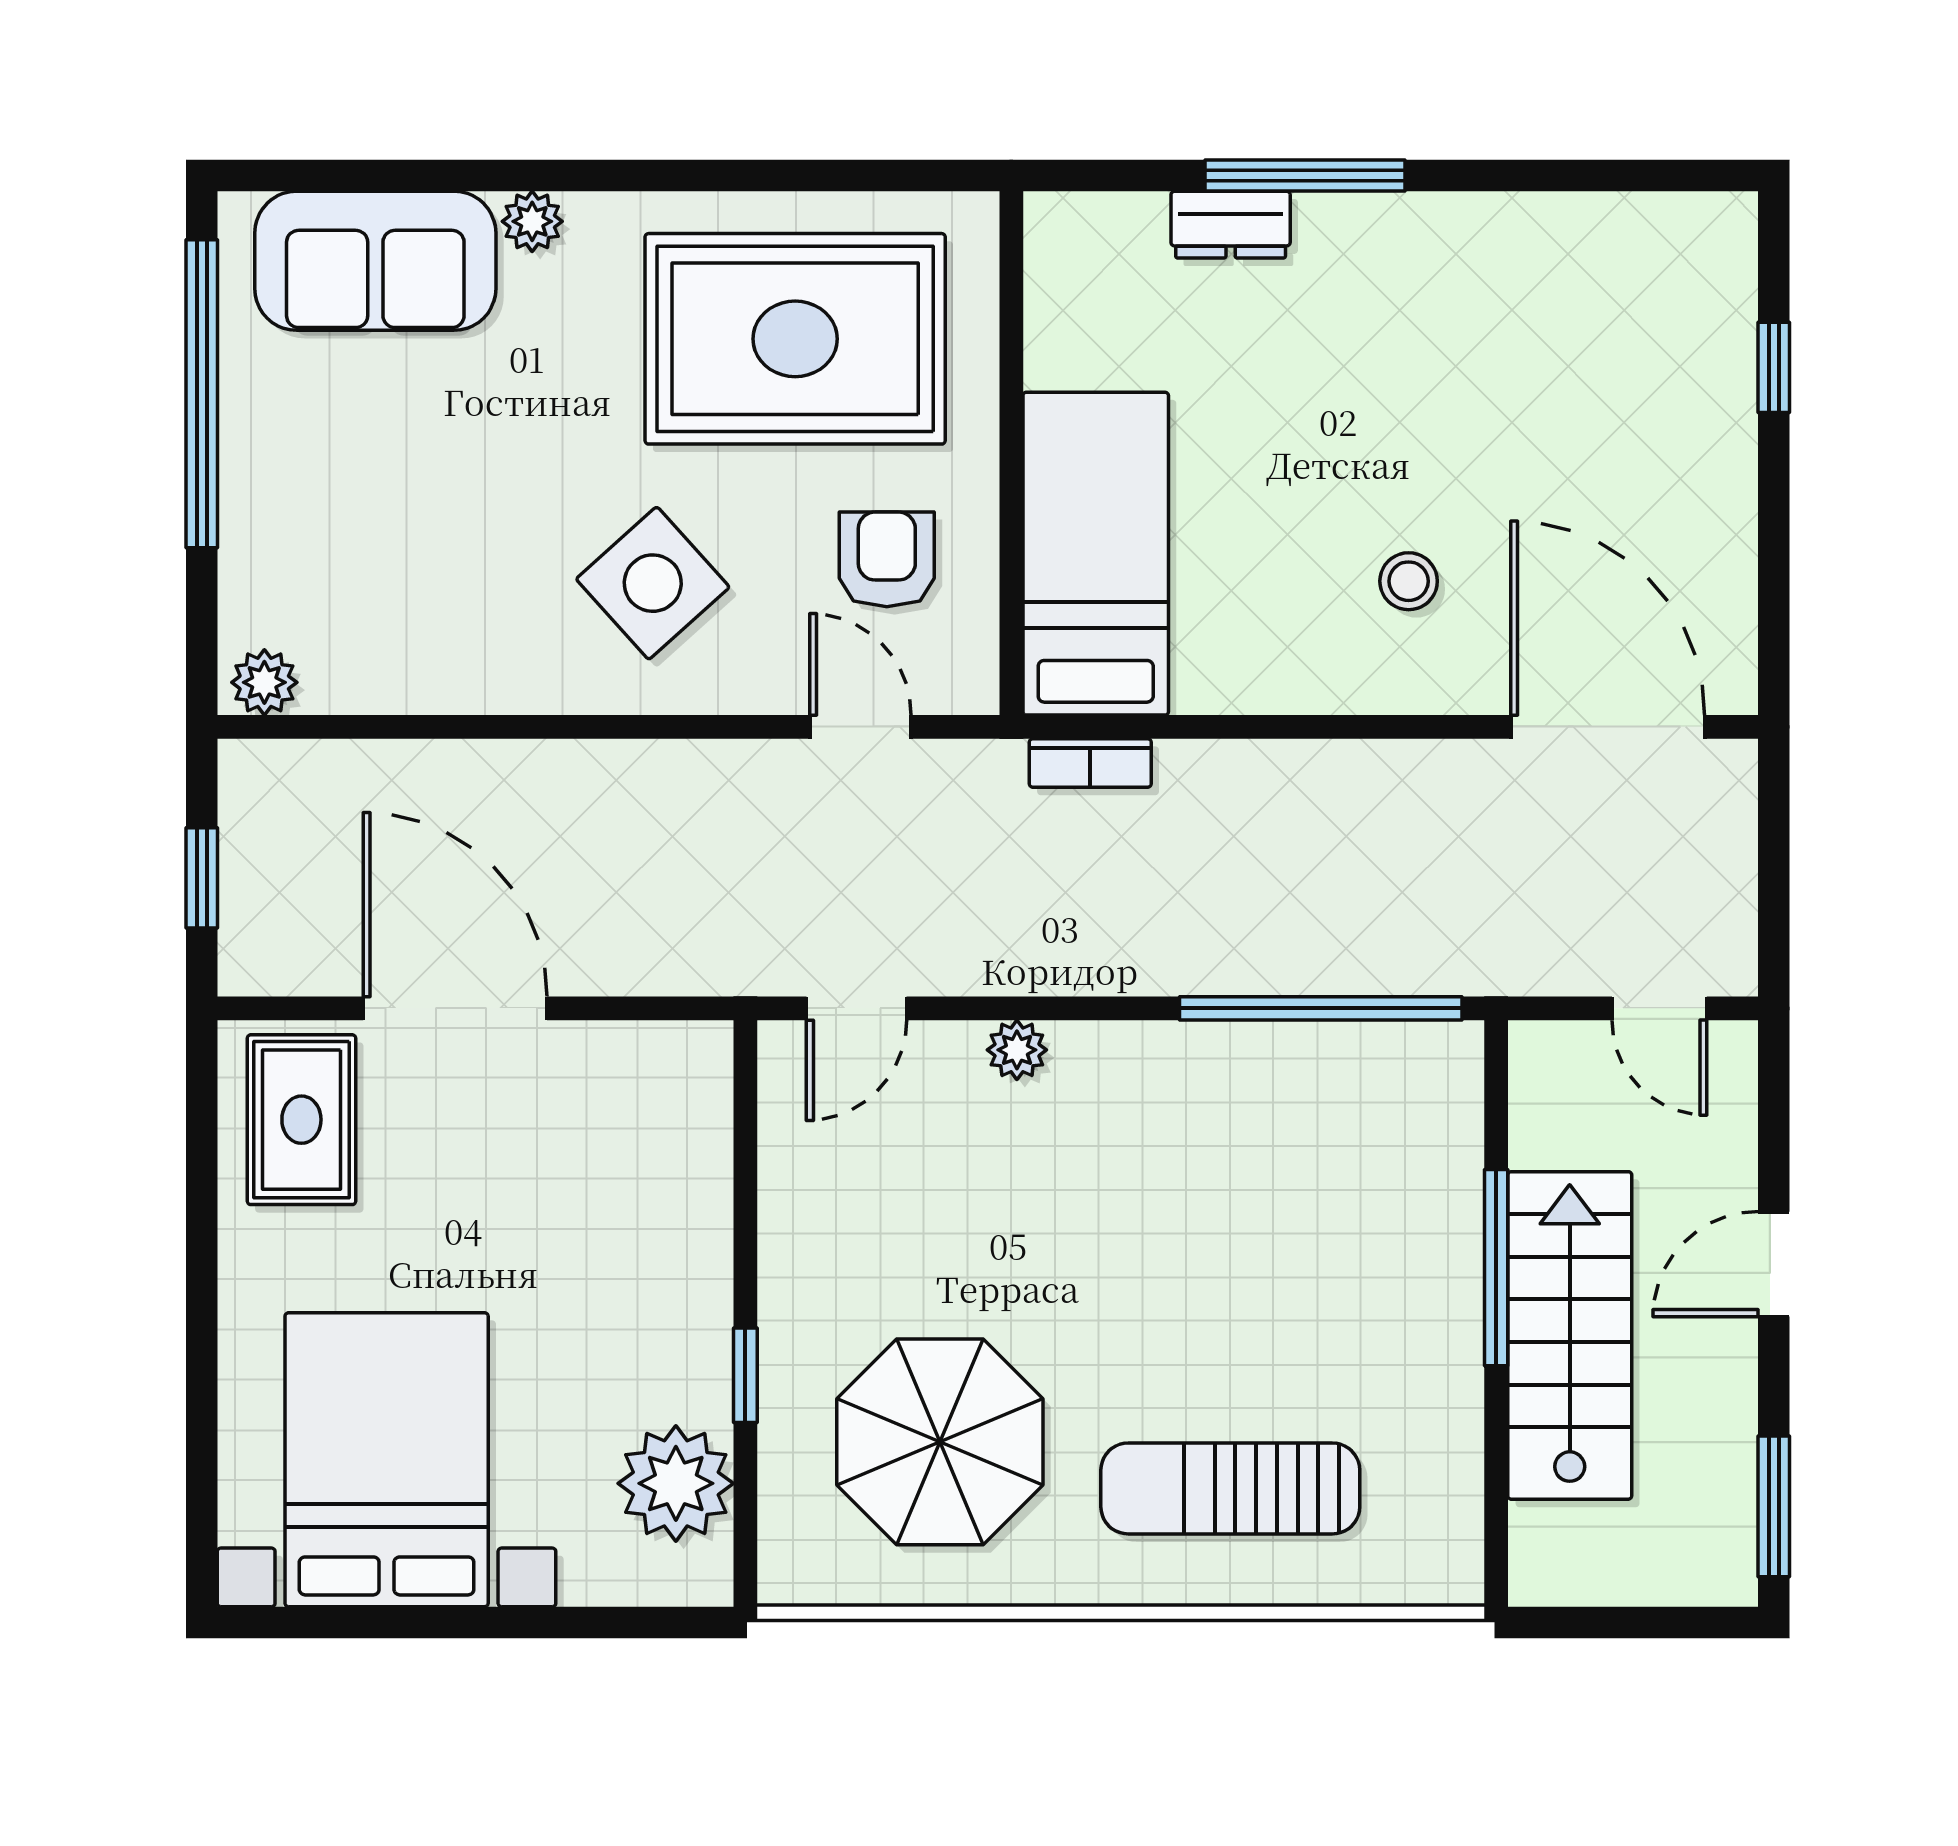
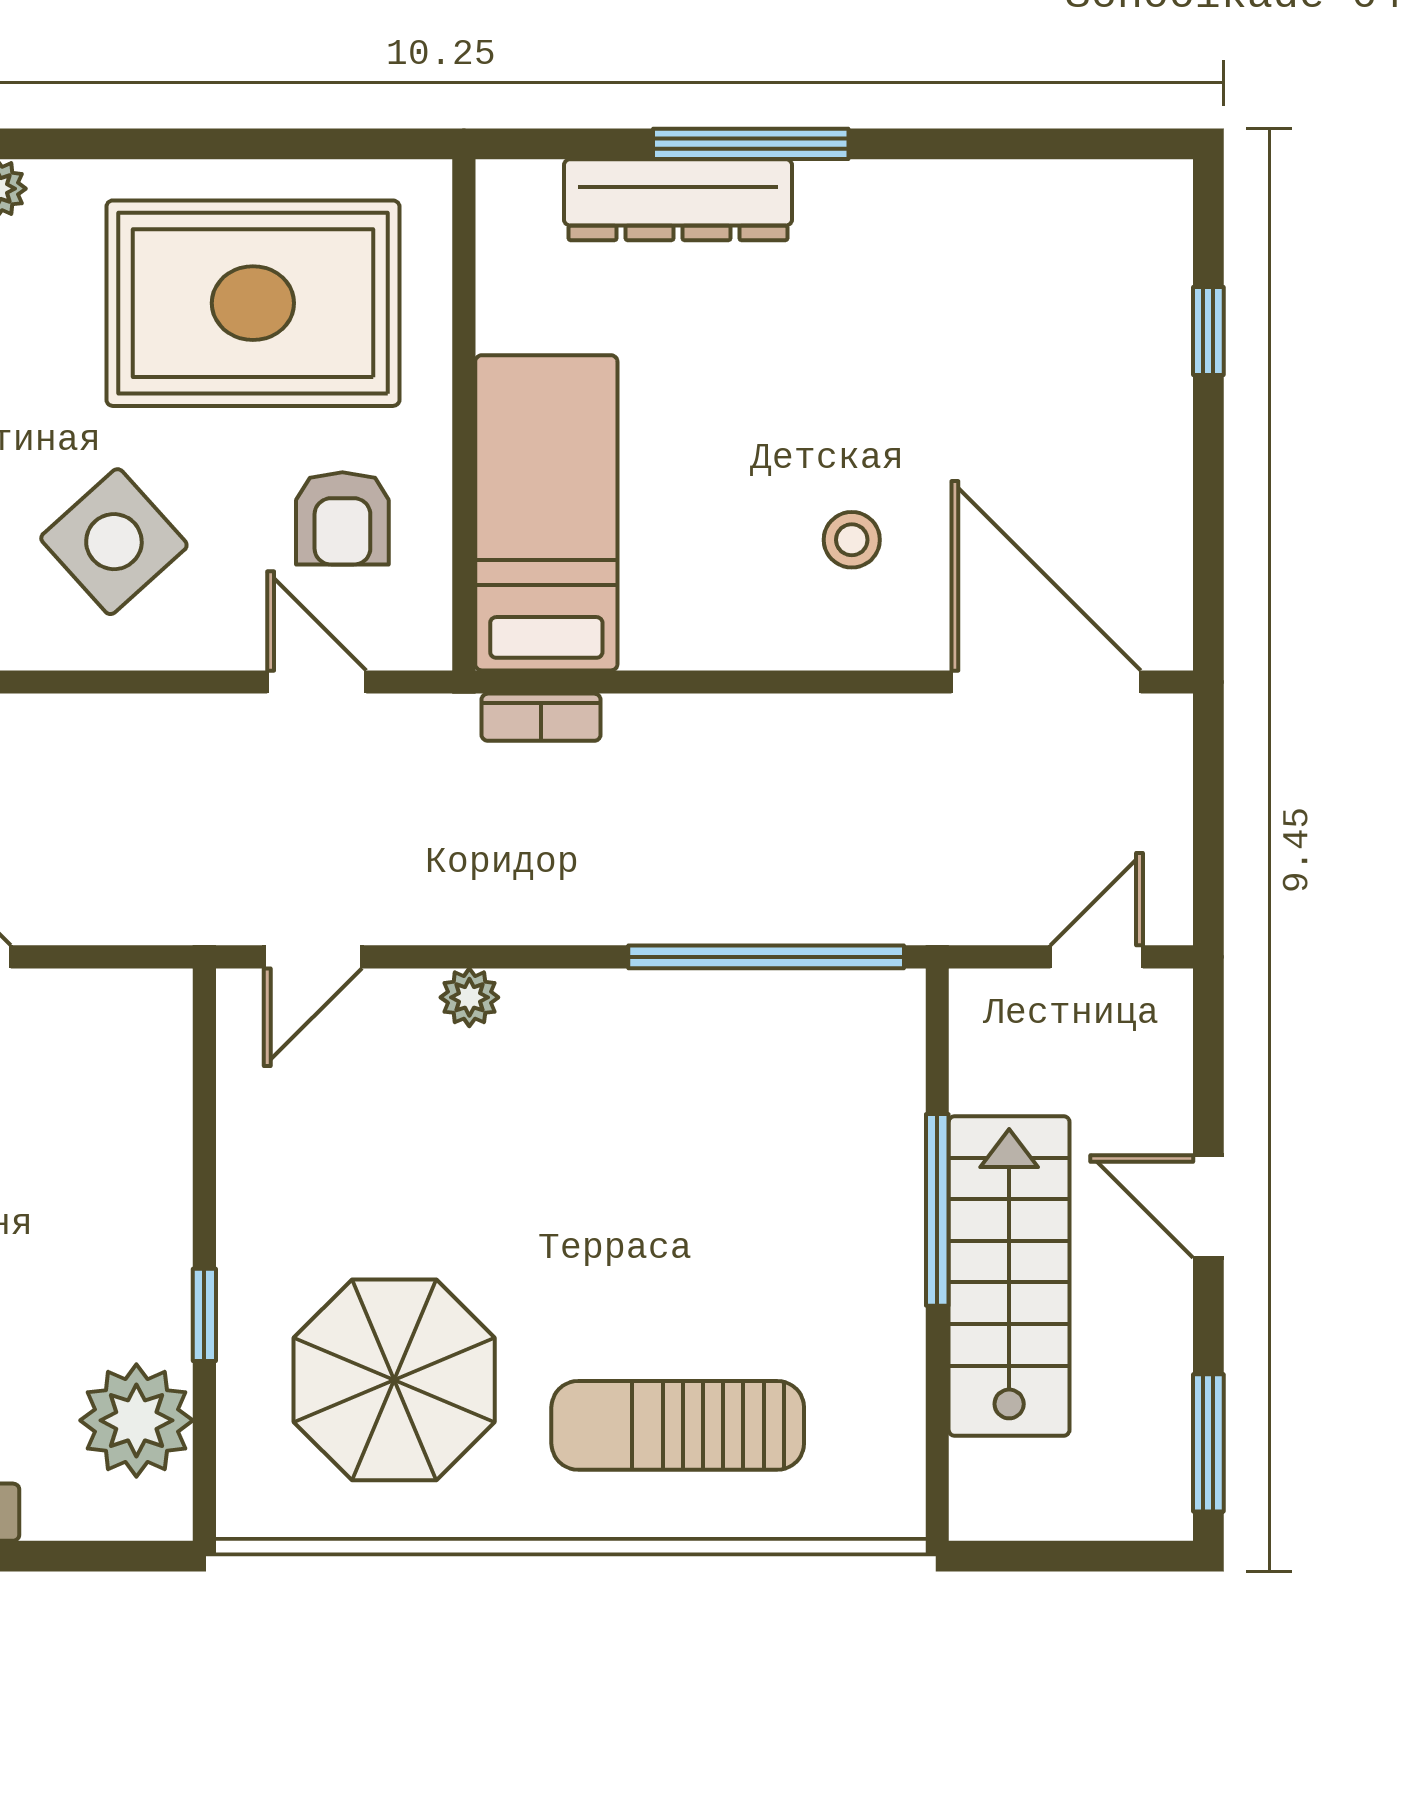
dresser: (1231, 225) -> (678, 200), width x1.96, depth x1.24
armchair: (887, 559) -> (342, 518), turned 180
door: (1659, 1008) -> (1097, 957), swing flipped
door: (1774, 1264) -> (1208, 1206), hinge flipped

